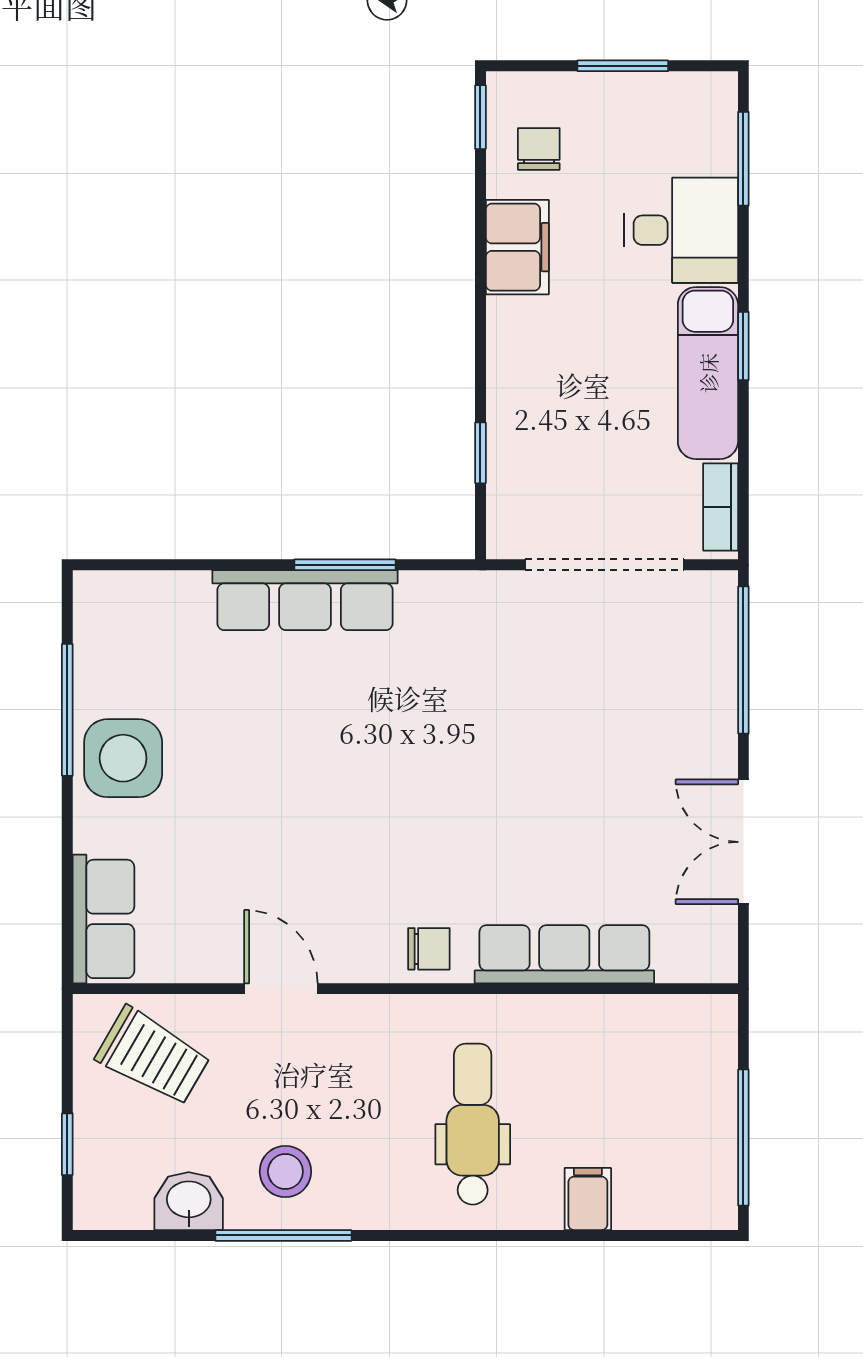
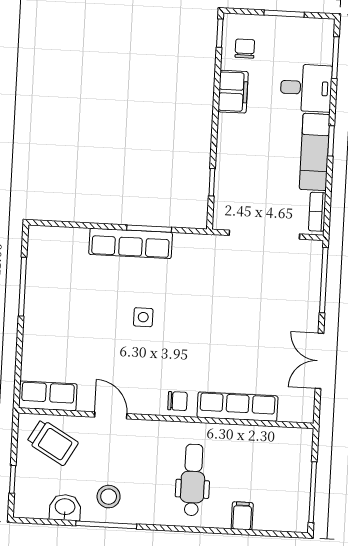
side table: (123, 758) -> (143, 317), moved, width x0.54, depth x0.54
row of seats: (104, 919) -> (48, 396), moved, turned -90

